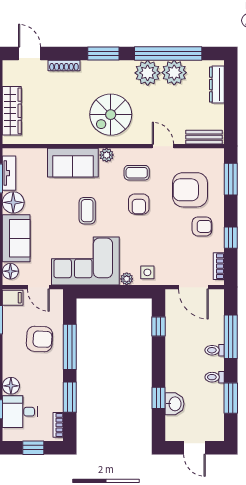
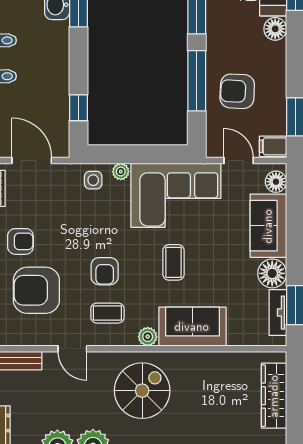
armchair: (190, 190) -> (36, 290), turned 180
armchair: (139, 204) -> (105, 271), turned 180
armchair: (202, 226) -> (20, 241), turned 180

